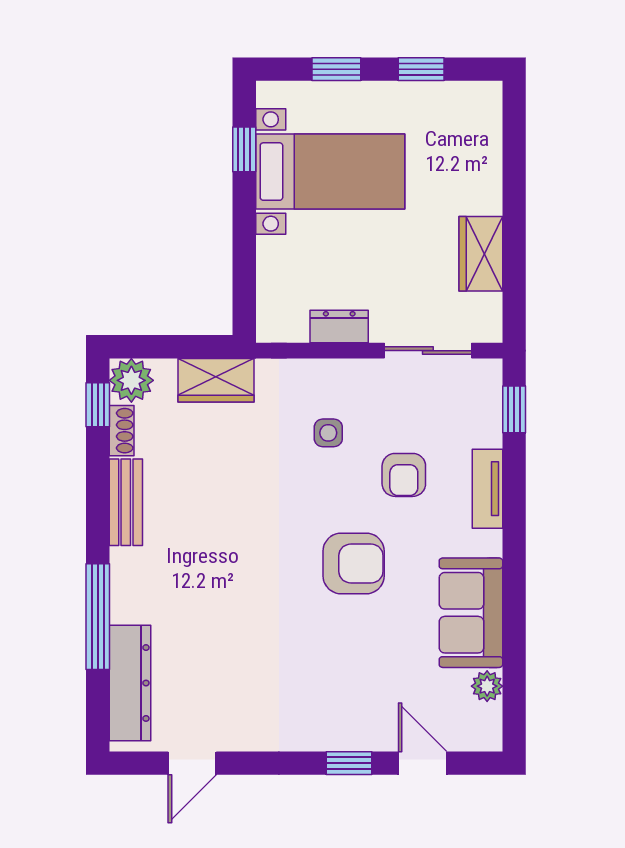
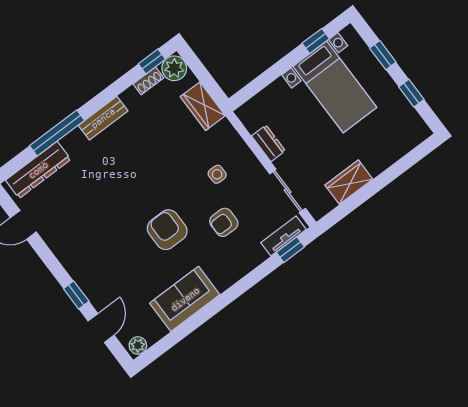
tv unit: (487, 489) -> (284, 236), moved
bench: (126, 502) -> (103, 118), moved
armchair: (354, 563) -> (167, 230), turned 180
plant: (487, 686) -> (138, 345), moved

